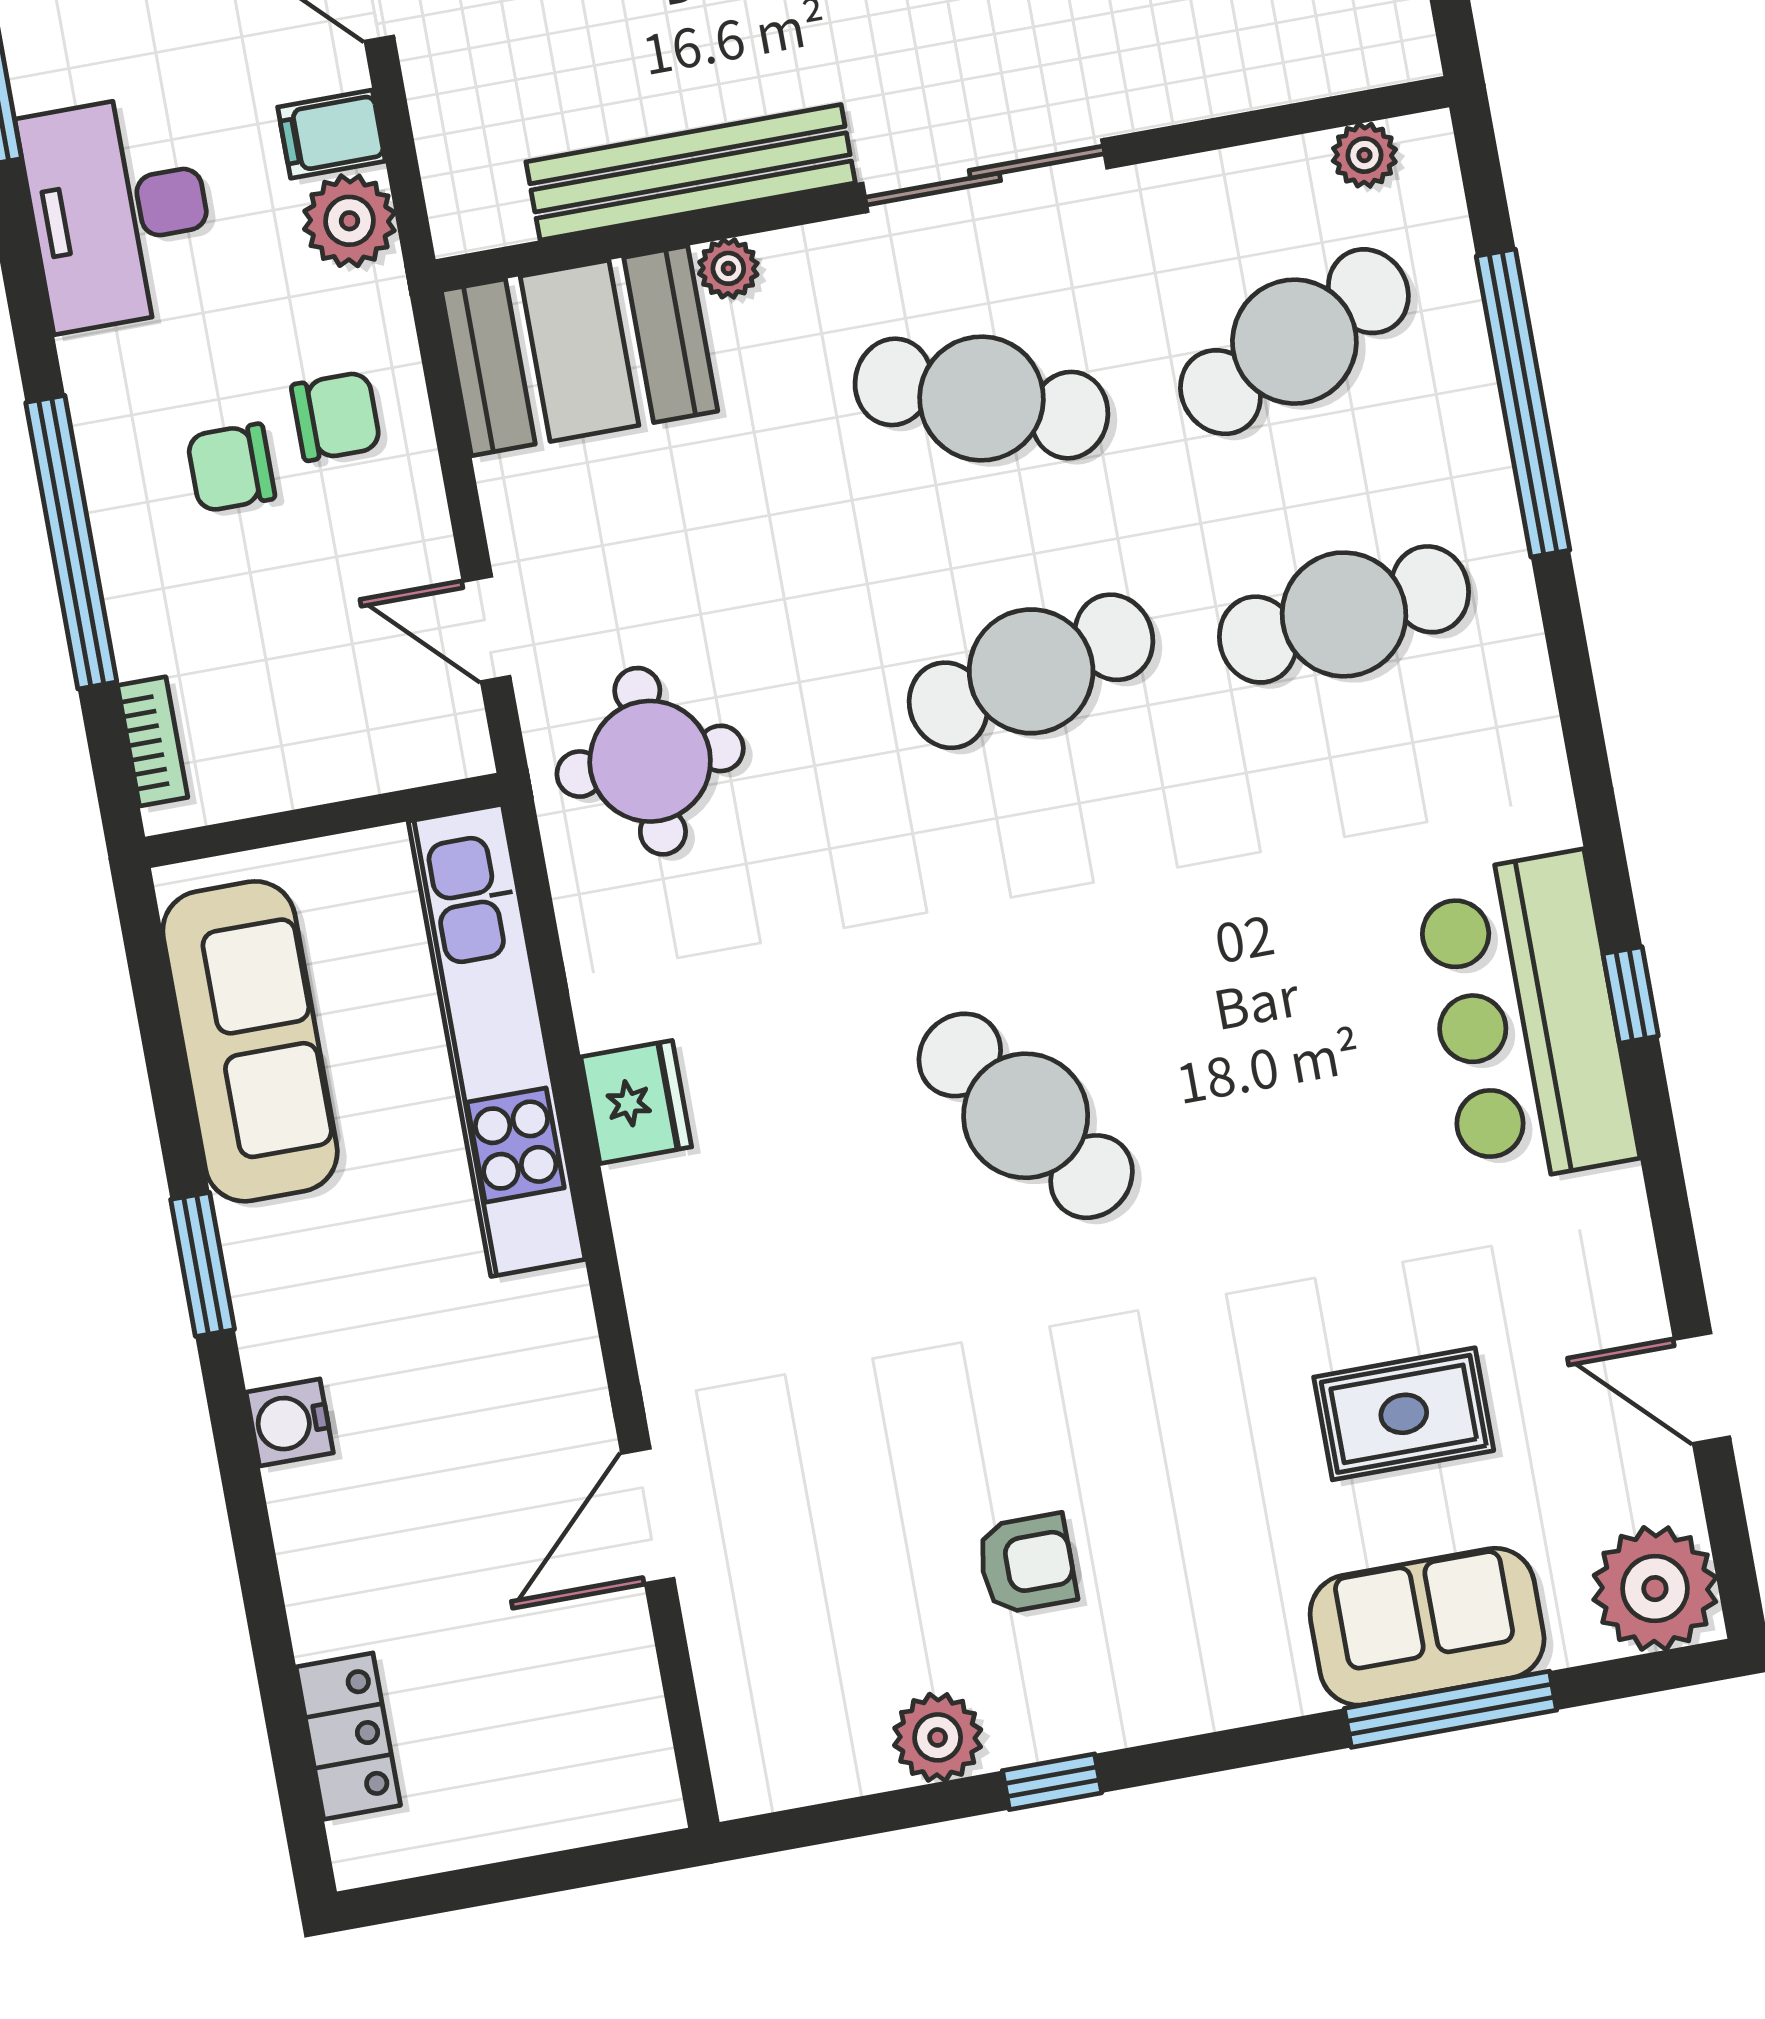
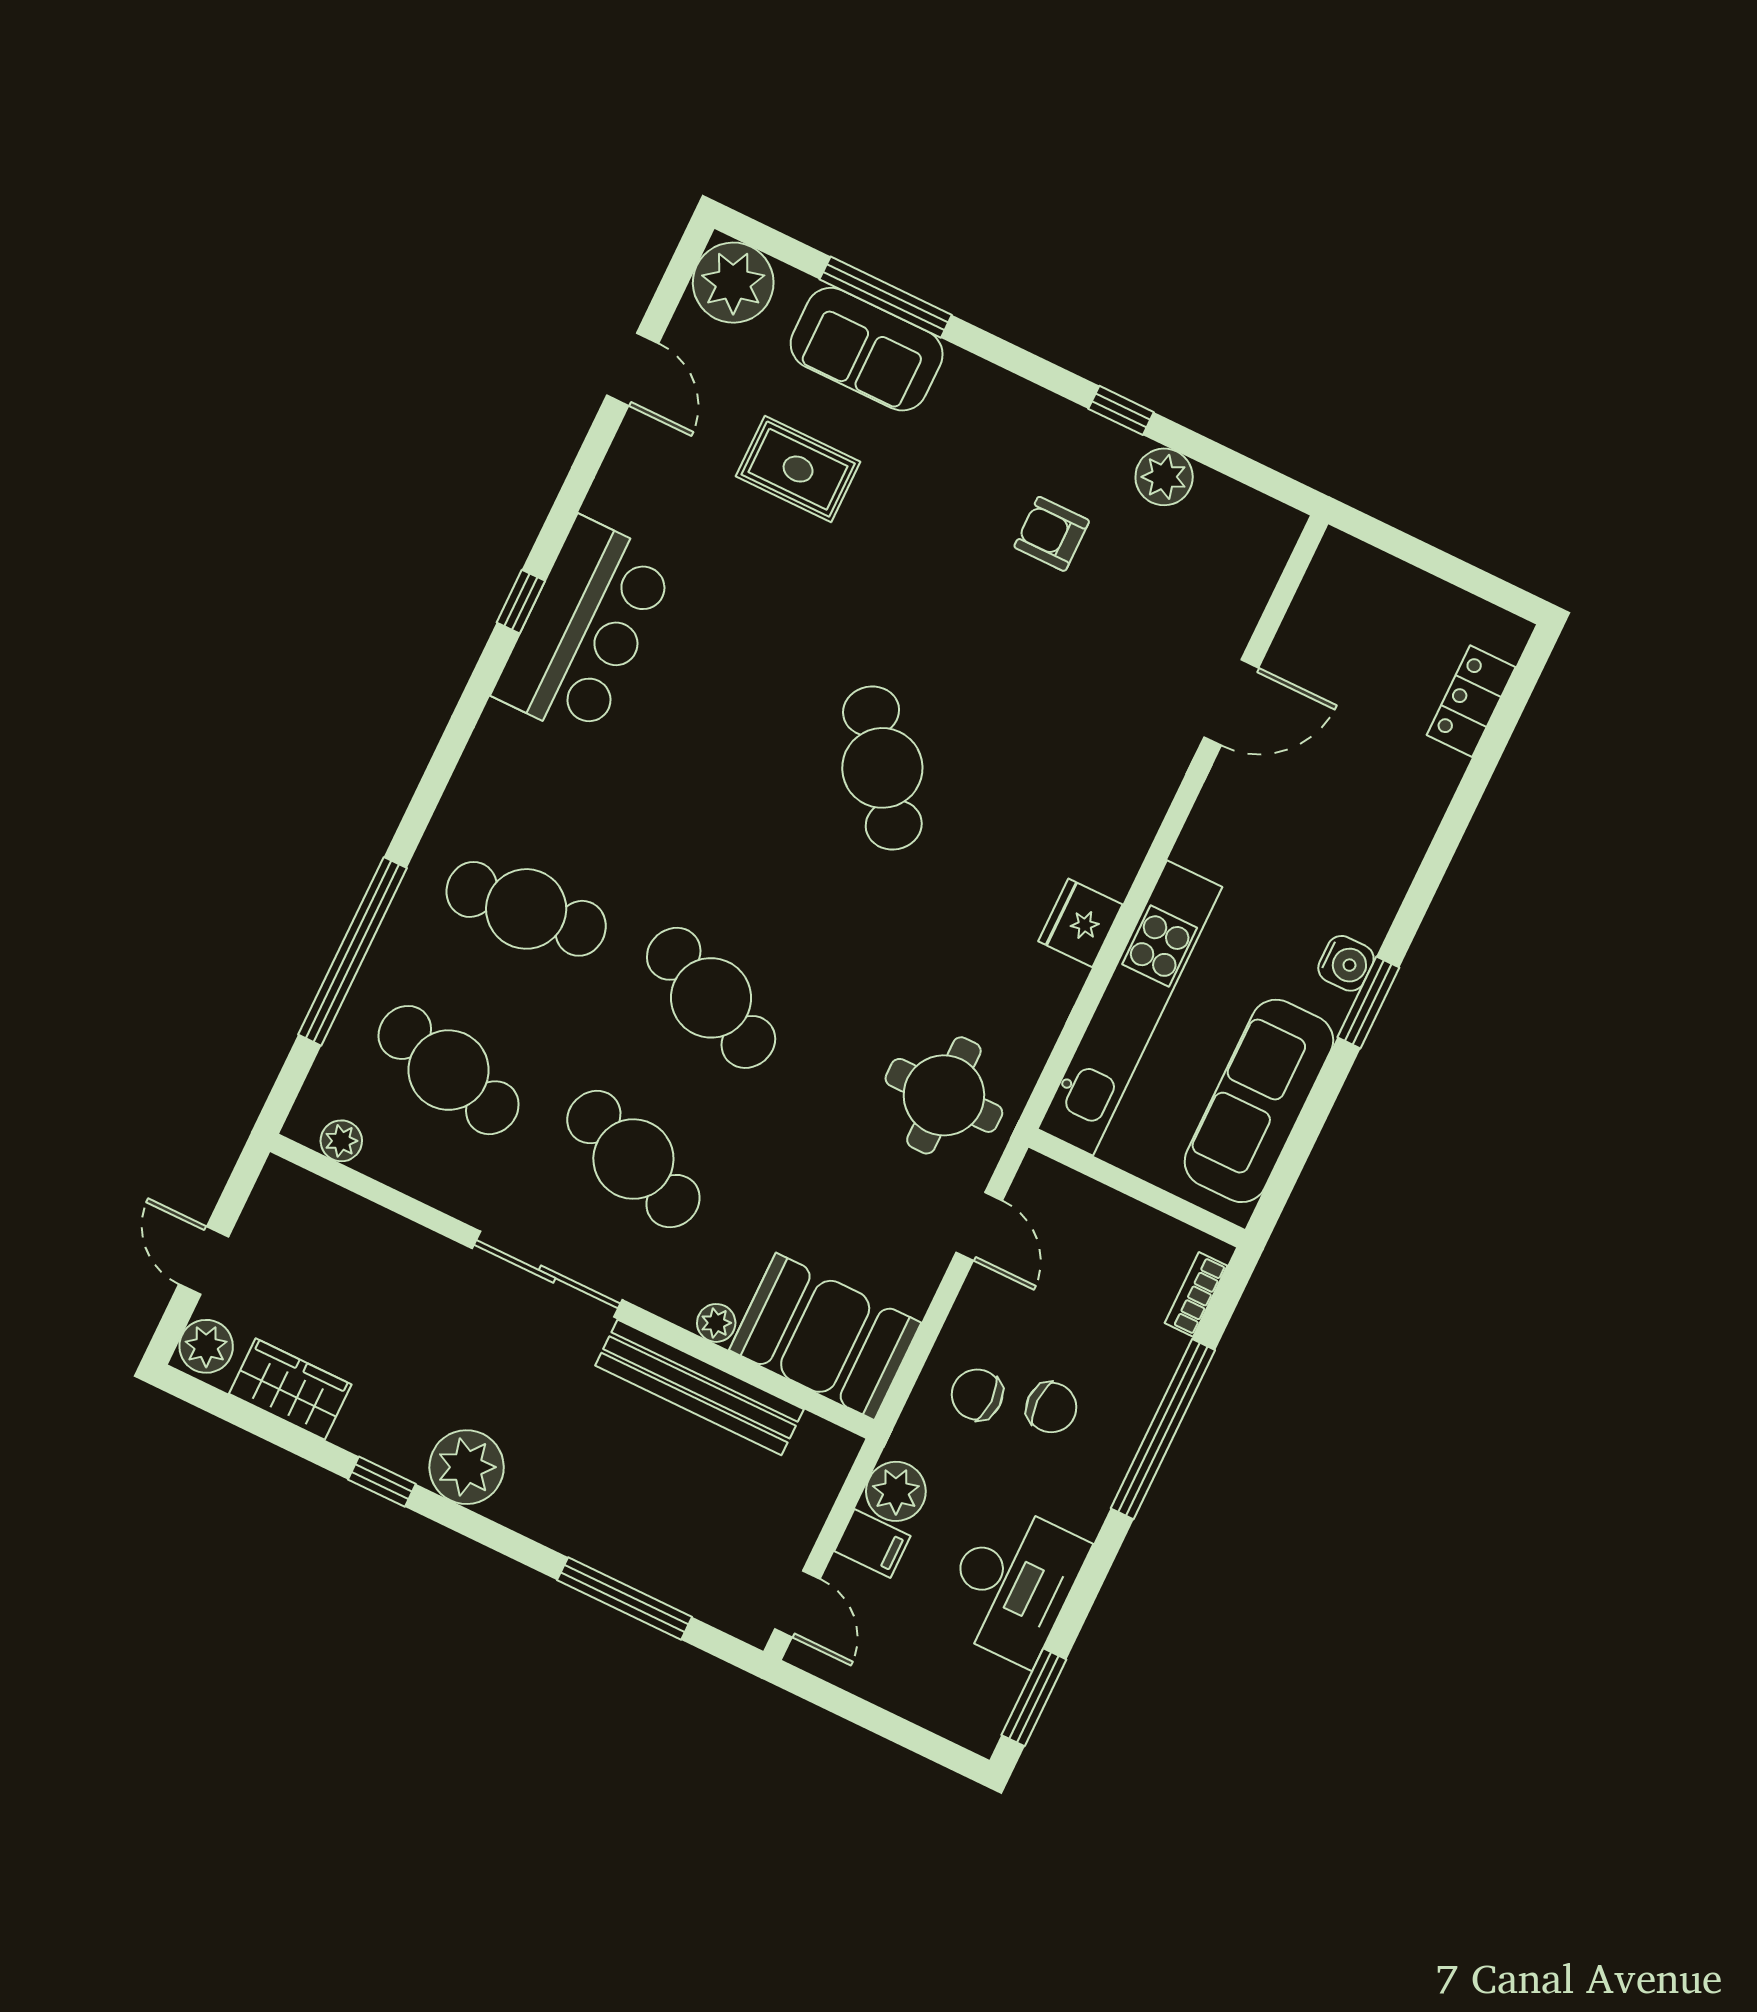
cafe table: (1294, 342) -> (449, 1070), turned 39
cafe table: (1031, 671) -> (711, 998), turned 36
water cooler: (290, 1423) -> (1346, 963), moved

